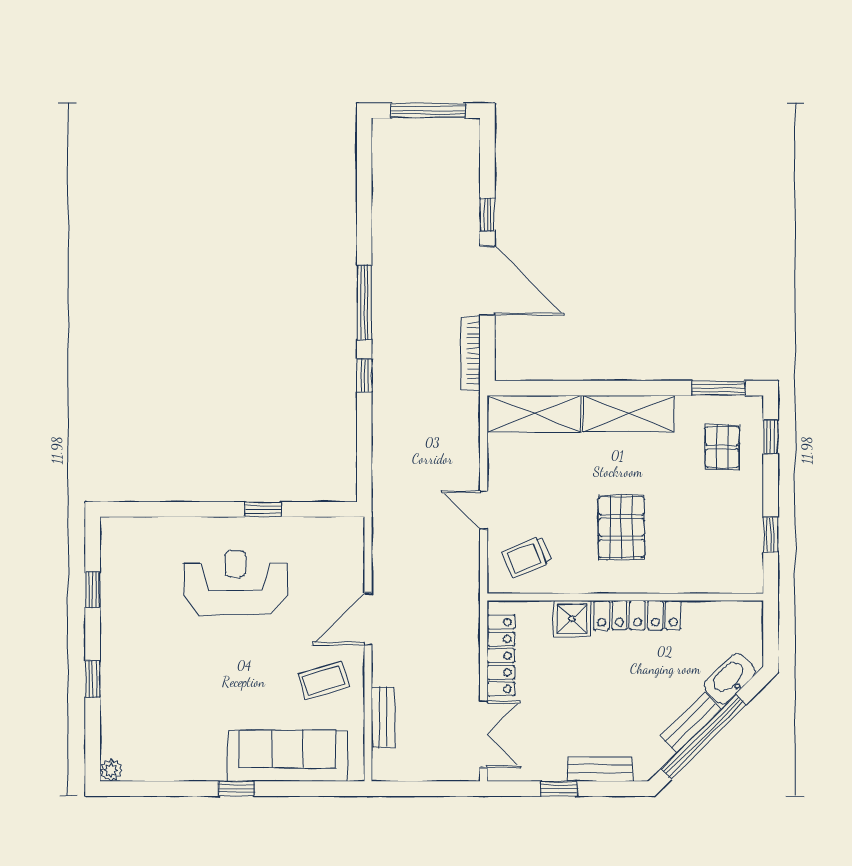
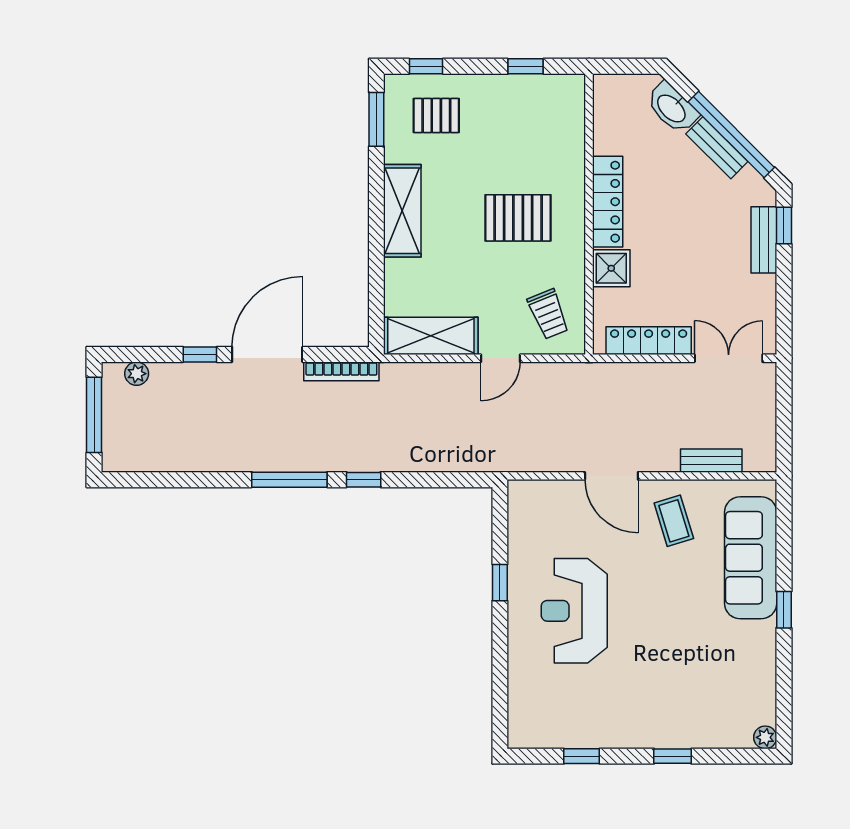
plant: (469, 152) -> (137, 374), added
shelving: (534, 414) -> (431, 336), moved, turned 90
window: (559, 789) -> (784, 225), moved

